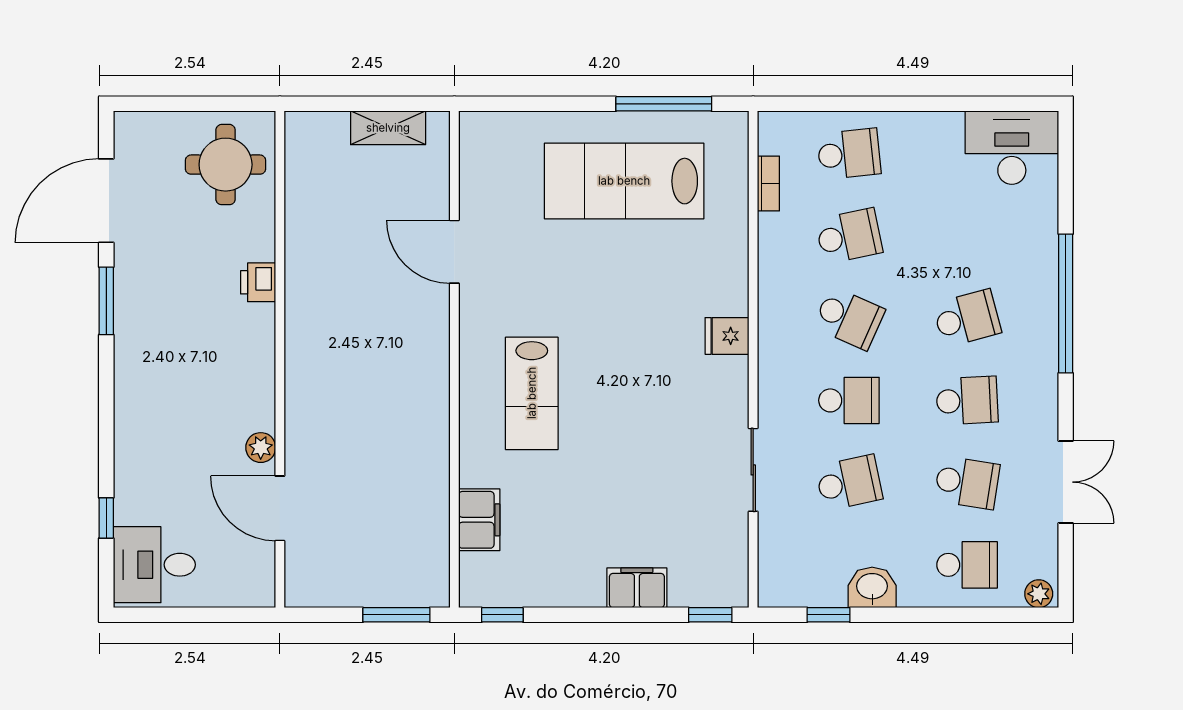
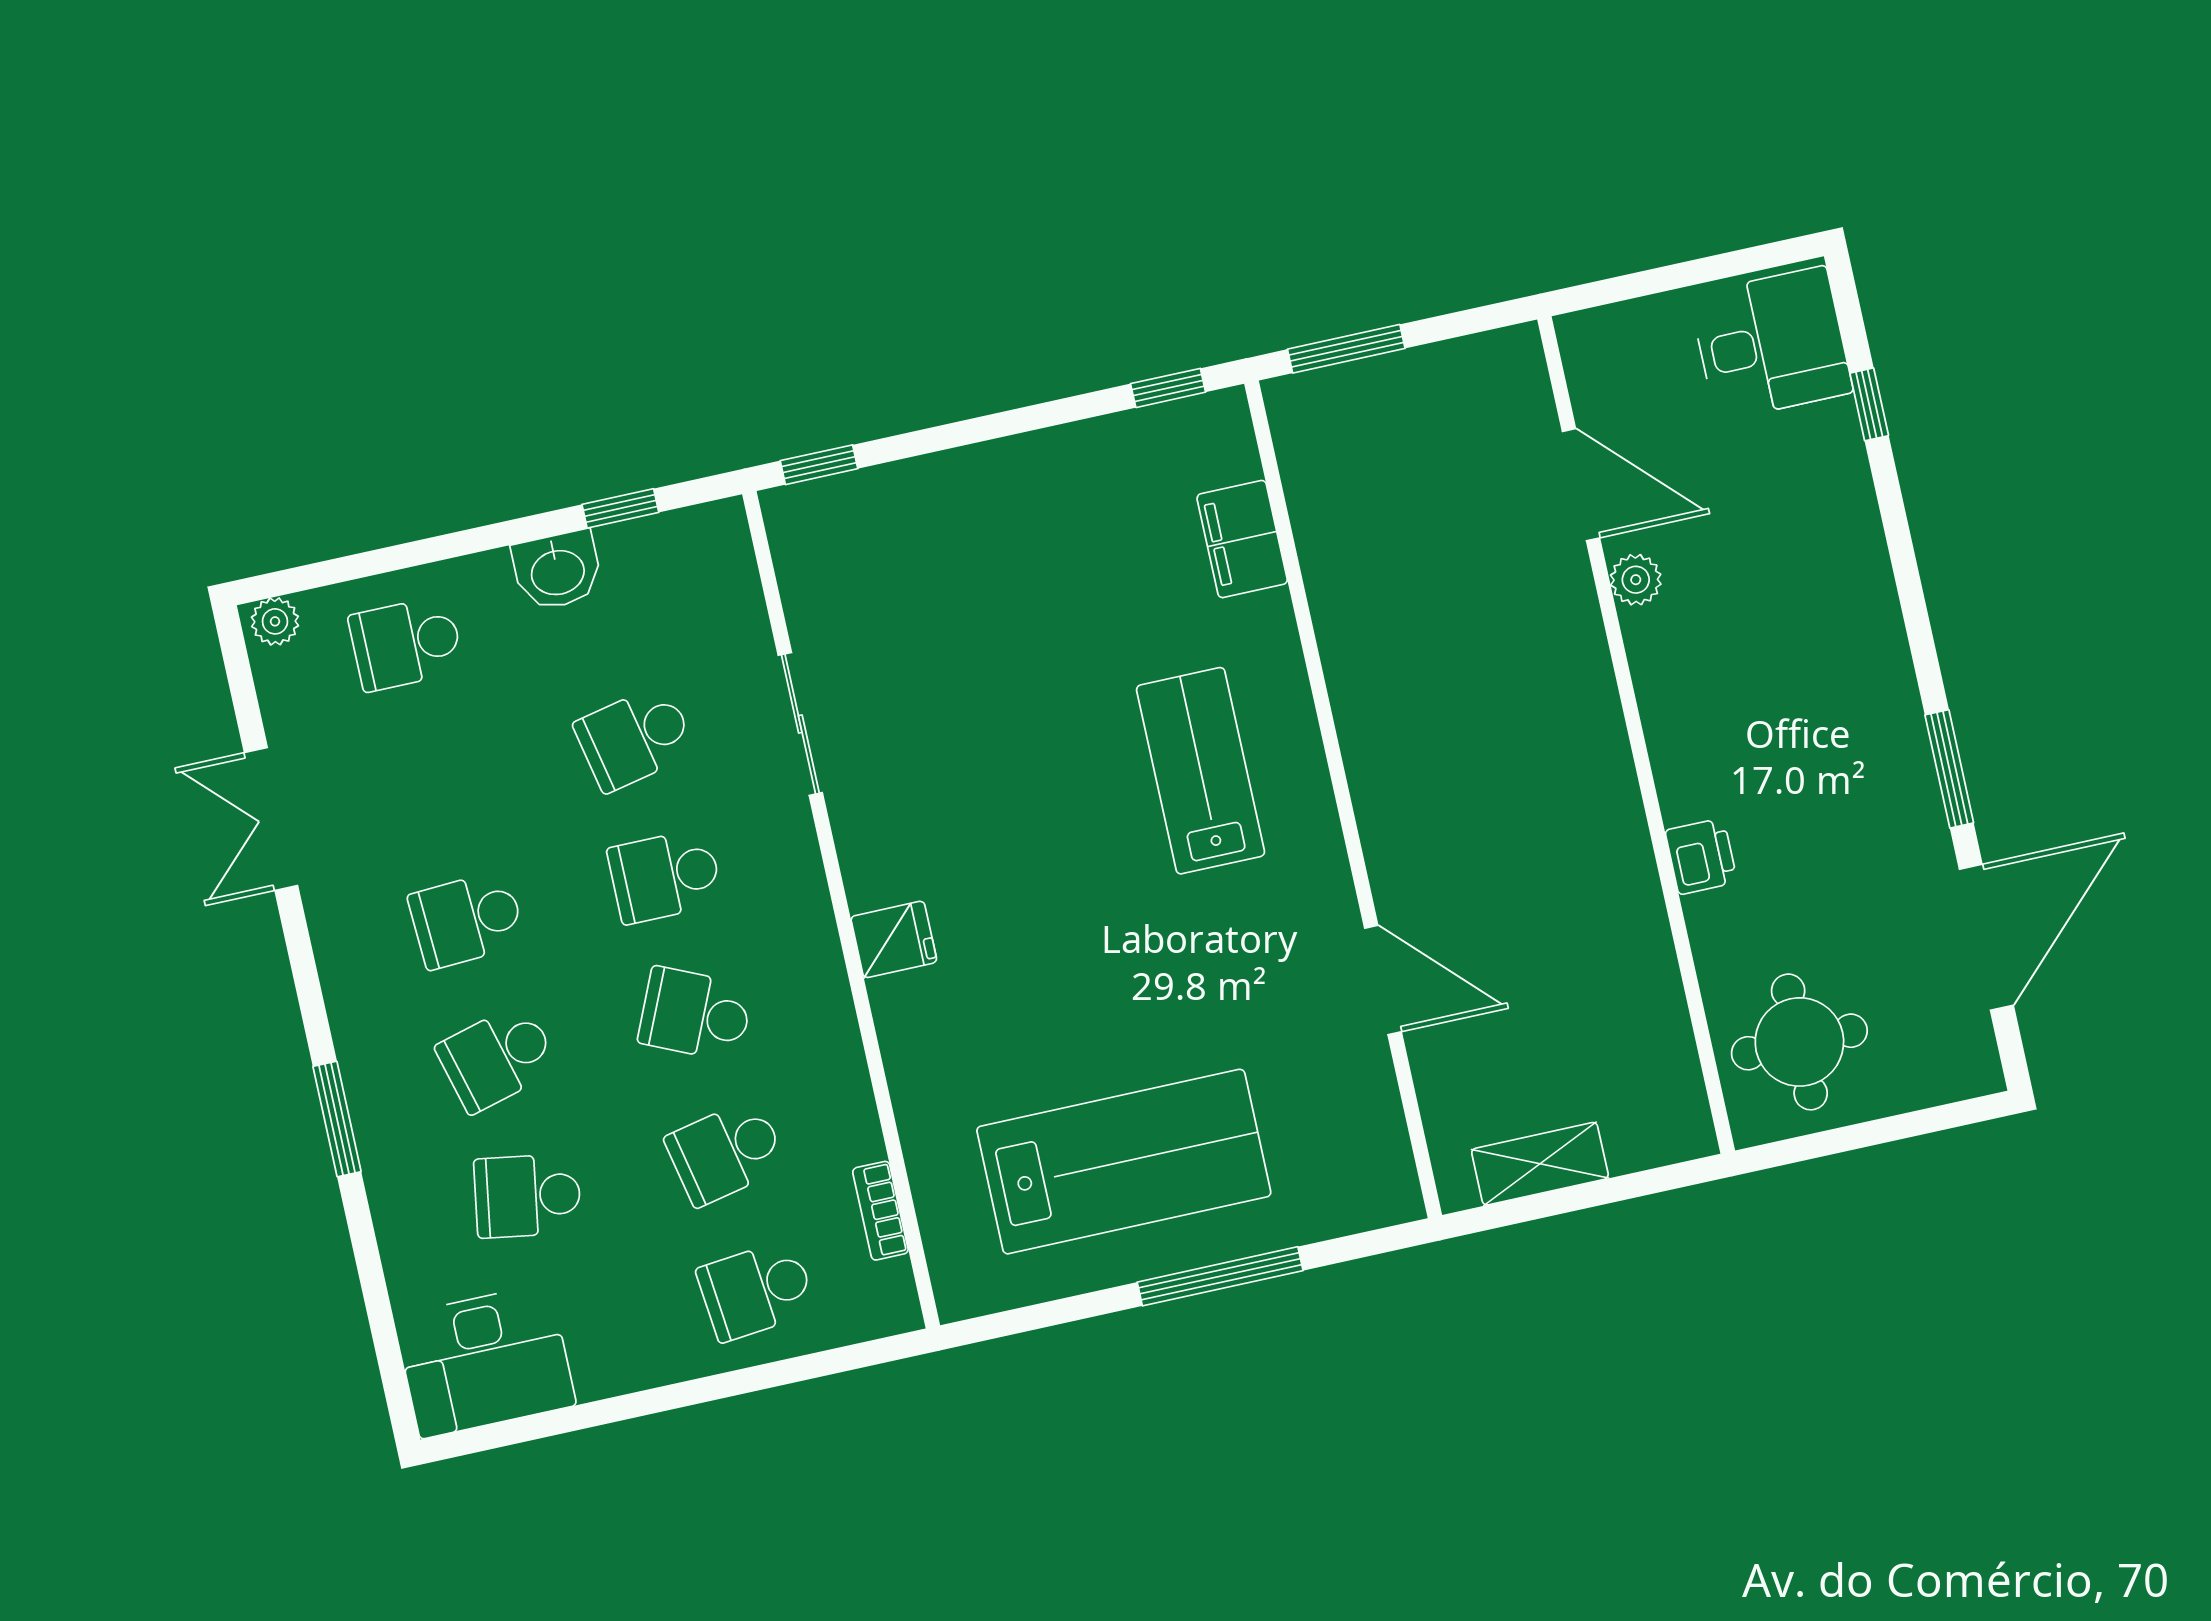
window: (664, 104) -> (1220, 1276), moved
window: (1066, 303) -> (337, 1119), width x0.47
school desk: (967, 483) -> (528, 1196), moved
filing cabinet: (637, 588) -> (952, 483), removed

